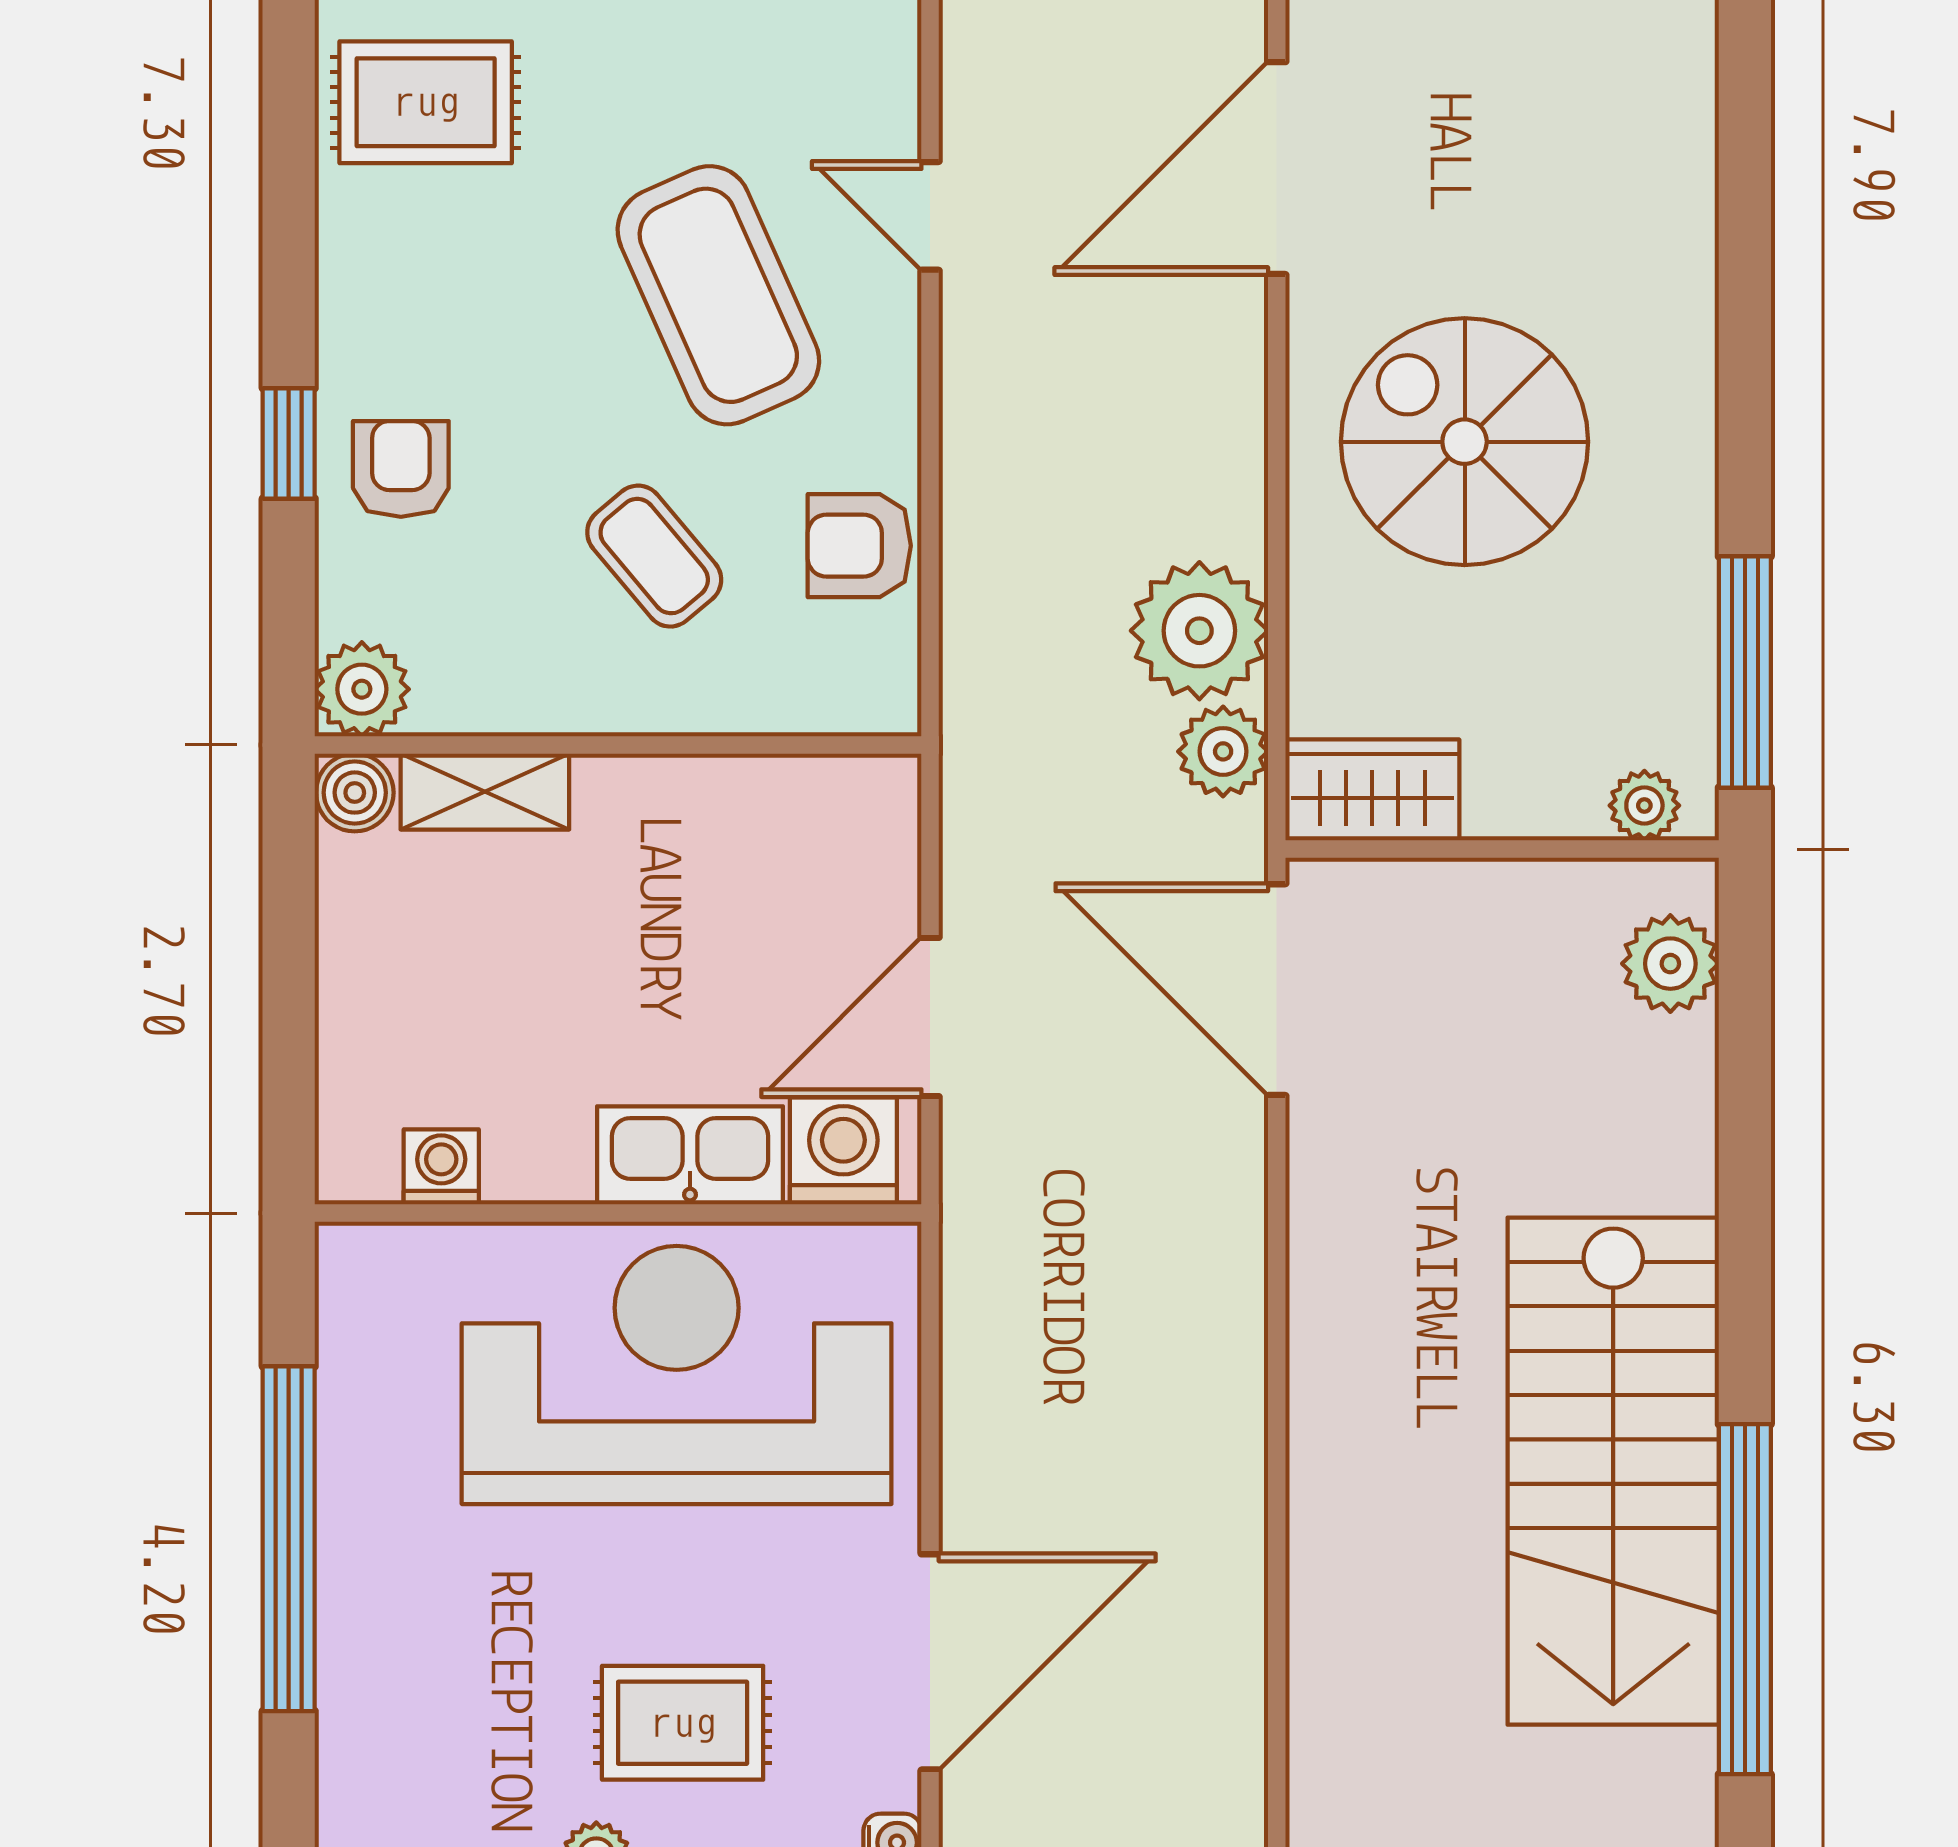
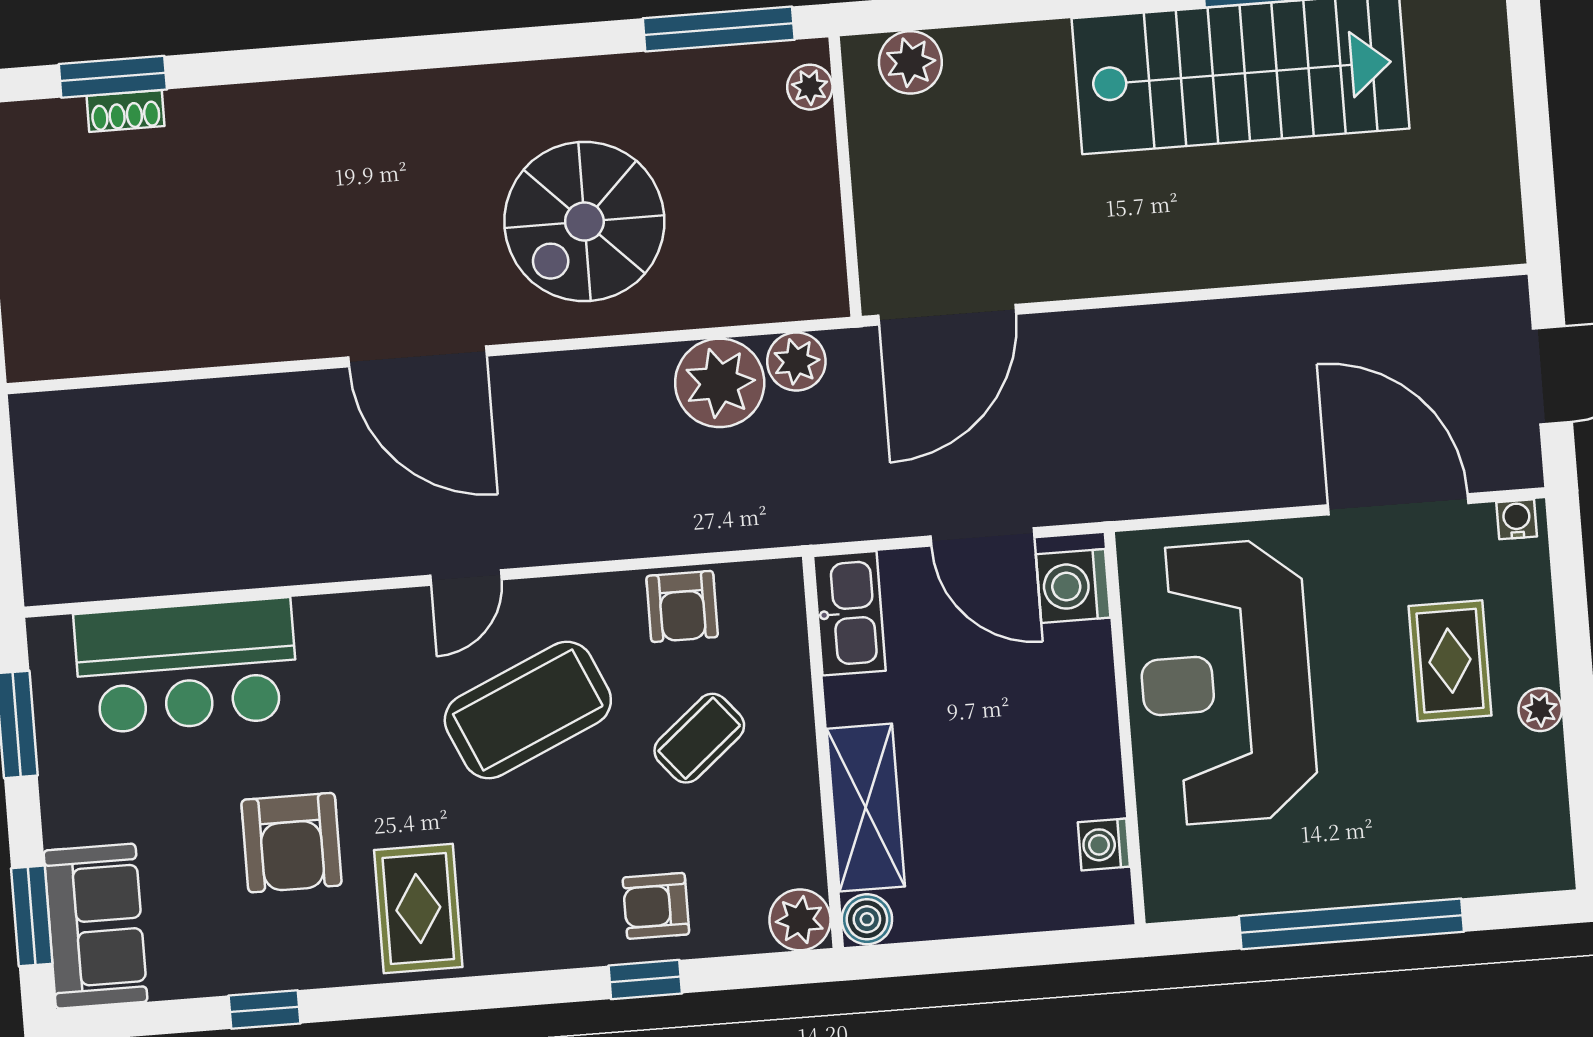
wardrobe: (1372, 790) -> (814, 263), removed
shelving: (485, 792) -> (866, 808), width x1.50, depth x1.33
kitchen sink: (690, 1155) -> (849, 613), moved, turned 180

